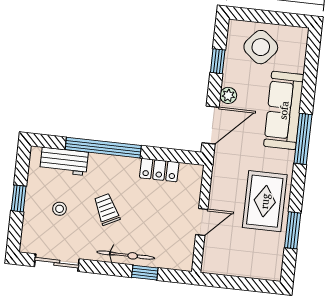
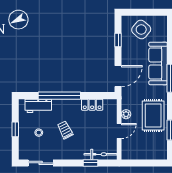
plant: (228, 95) -> (126, 114), moved
bicycle: (126, 255) -> (100, 154), moved

